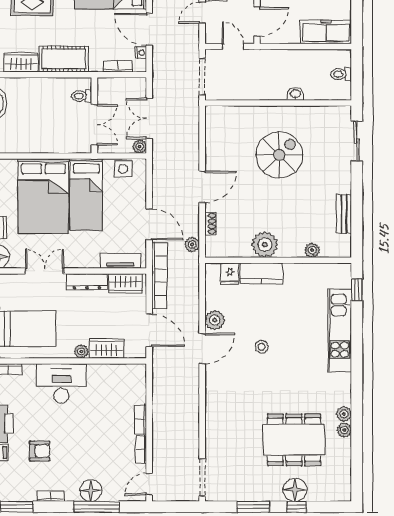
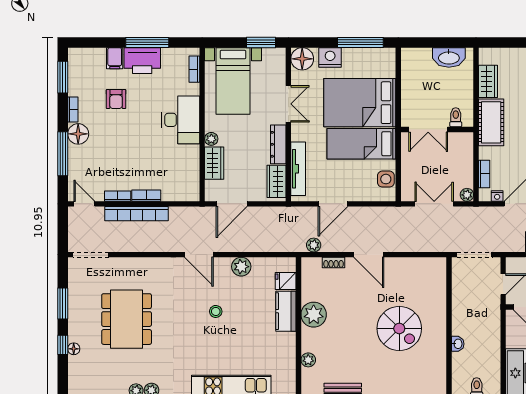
toilet: (82, 96) -> (456, 117), moved
wall: (94, 115) -> (437, 130), moved
double door: (94, 125) -> (428, 130), moved
plant: (140, 147) -> (467, 195), moved
tv unit: (121, 261) -> (298, 169), width x1.41
bookcase: (159, 275) -> (137, 214), moved
door: (202, 349) -> (199, 255), moved
dining table: (294, 440) -> (127, 319), moved
floor lamp: (295, 490) -> (74, 349), width x0.53, depth x0.53
floor lamp: (91, 491) -> (78, 134), moved

